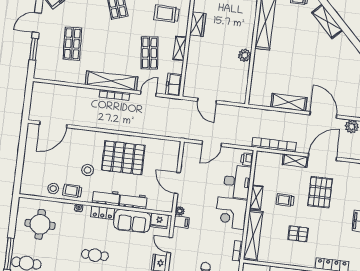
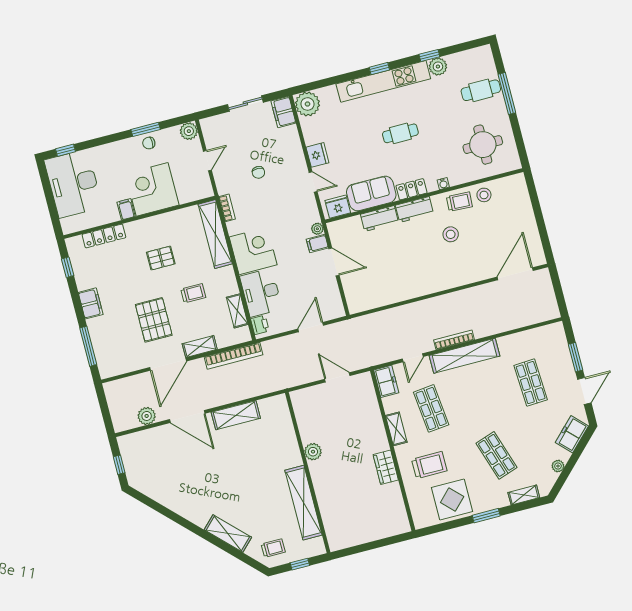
pallet: (123, 158) -> (413, 267), removed
shelving: (256, 198) -> (237, 311), moved
filing cabinet: (181, 222) -> (317, 244), moved

